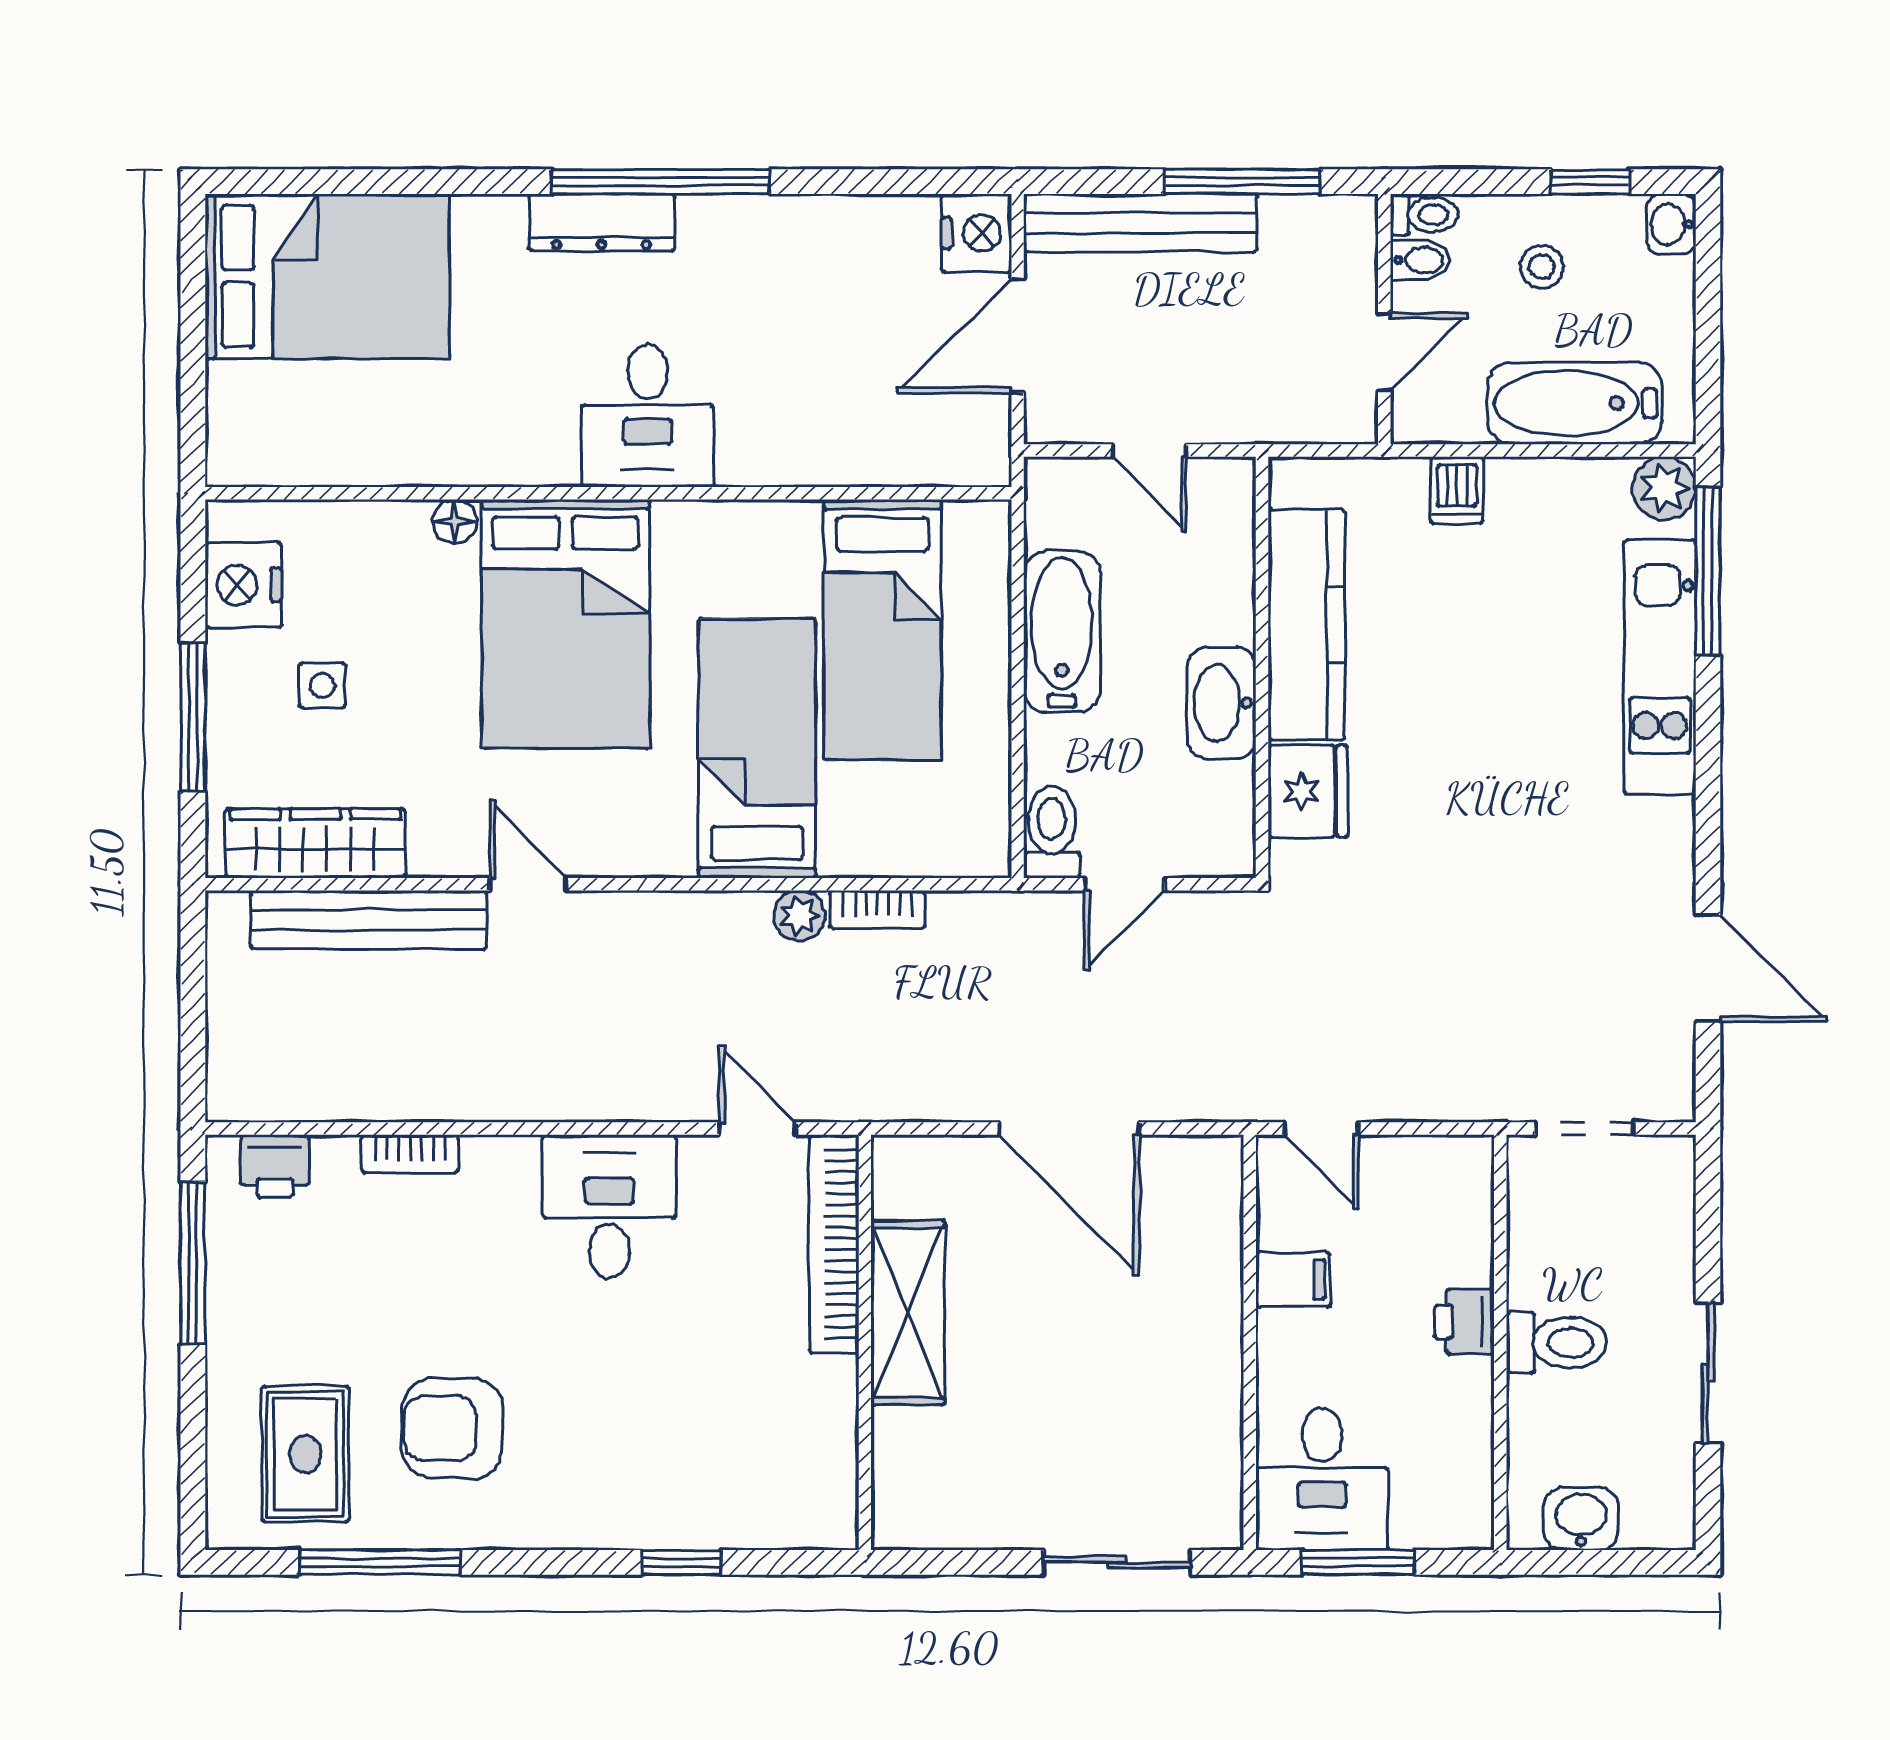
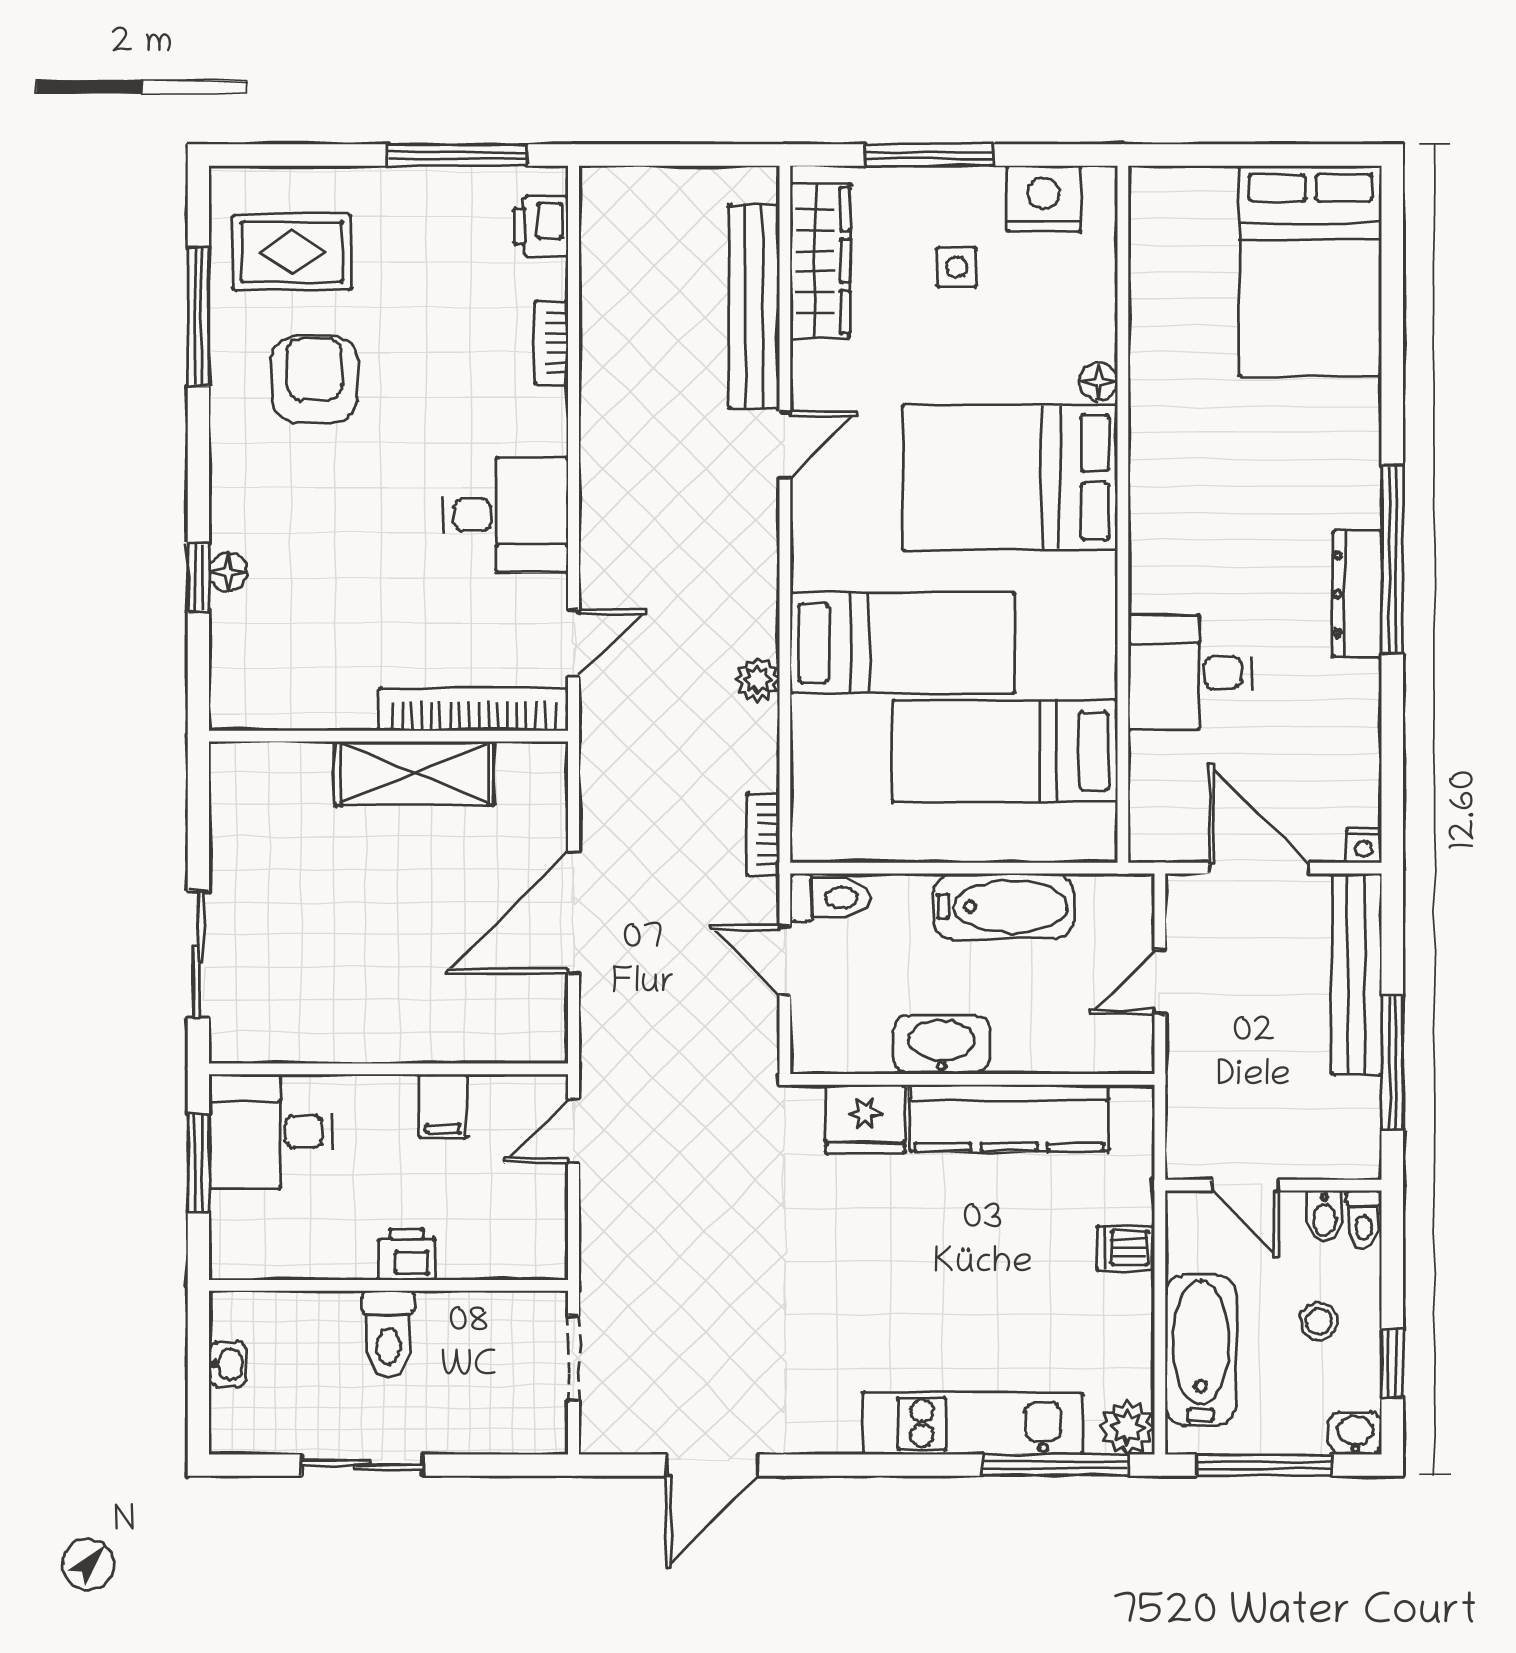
dresser: (601, 222) -> (1357, 594), moved
nightstand: (976, 233) -> (1364, 846), width x0.53, depth x0.56
window: (1708, 330) -> (1264, 1465), added
desk: (648, 416) -> (1190, 673), moved
bookcase: (877, 909) -> (763, 835), moved
washbasin: (1581, 1519) -> (228, 1364), width x0.72, depth x0.69
floor lamp: (675, 1528) -> (228, 572), added

